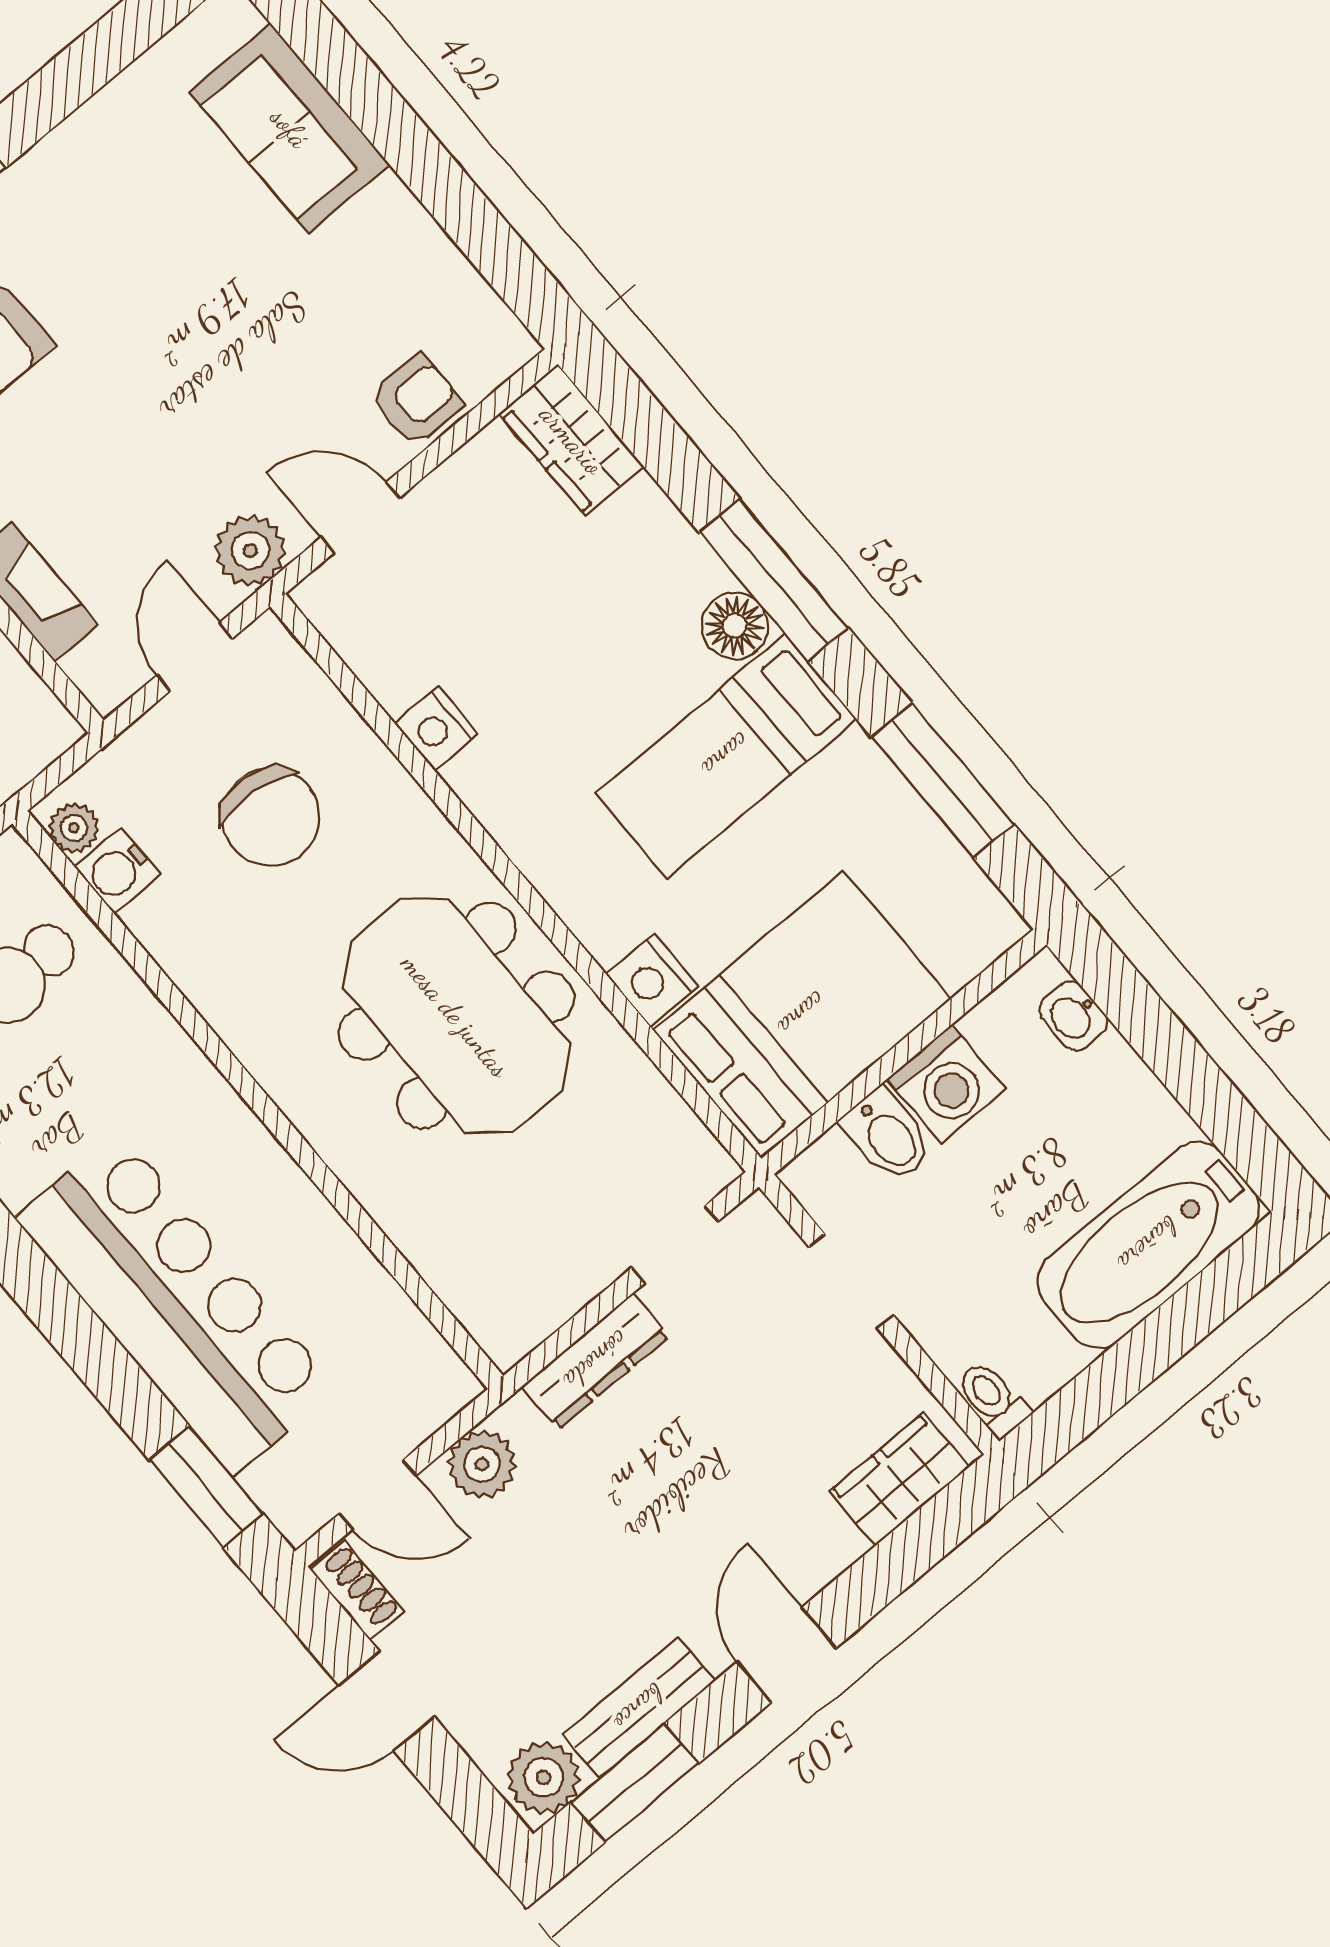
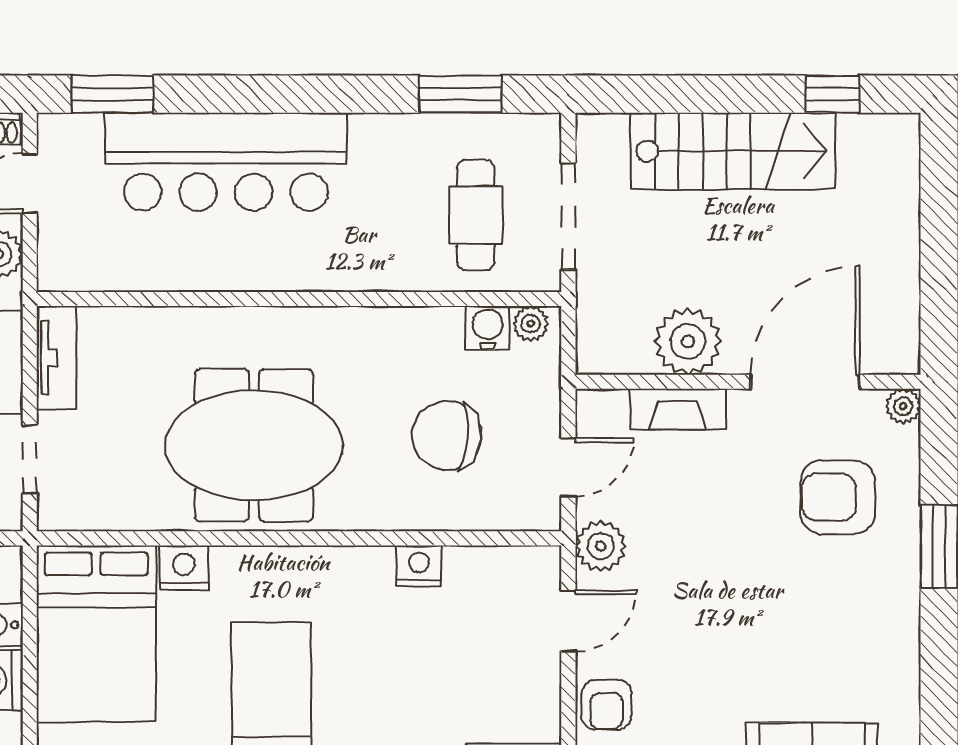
door: (195, 657) -> (568, 467), hinge flipped
tv unit: (541, 1308) -> (56, 358), added

